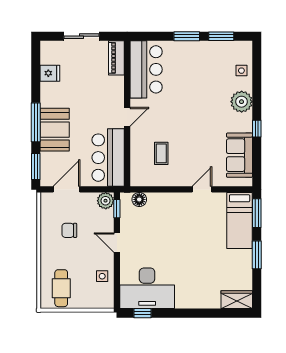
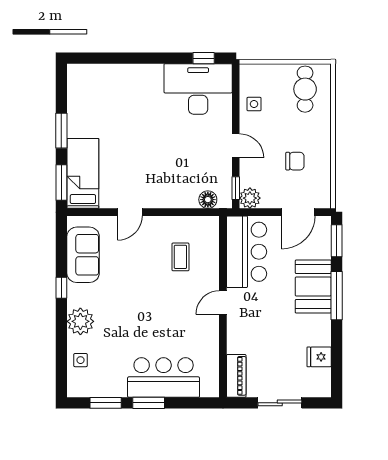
bar counter: (146, 69) -> (164, 378), moved, turned 90
wardrobe: (237, 300) -> (86, 75), removed

